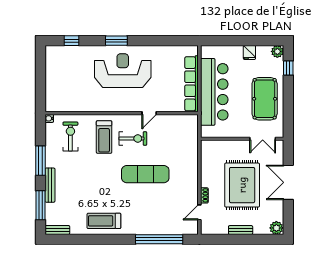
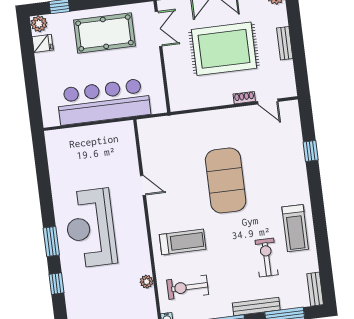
window: (72, 41) -> (56, 284), moved
fridge: (249, 52) -> (43, 43), moved
row of seats: (192, 84) -> (97, 134), removed
plant: (78, 107) -> (147, 282), added
exercise bike: (133, 139) -> (267, 258), moved
exercise mat: (145, 174) -> (226, 180), width x1.47
window: (159, 239) -> (311, 151), width x0.32

